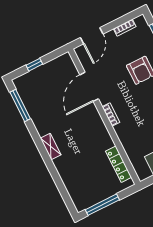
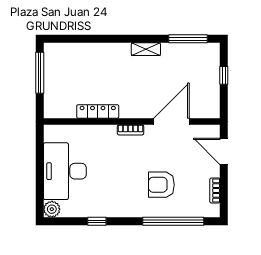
door: (89, 87) -> (171, 121), hinge flipped
shelving: (51, 146) -> (146, 49), moved
locker: (119, 164) -> (98, 111), moved

